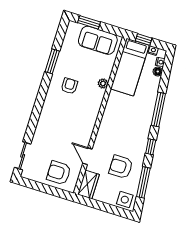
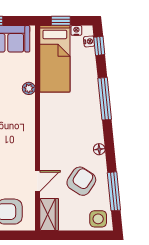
floor lamp: (158, 71) -> (99, 149), moved
window: (151, 147) -> (99, 46), moved
door: (87, 156) -> (37, 181), swing flipped
armchair: (121, 167) -> (81, 181), turned 123

